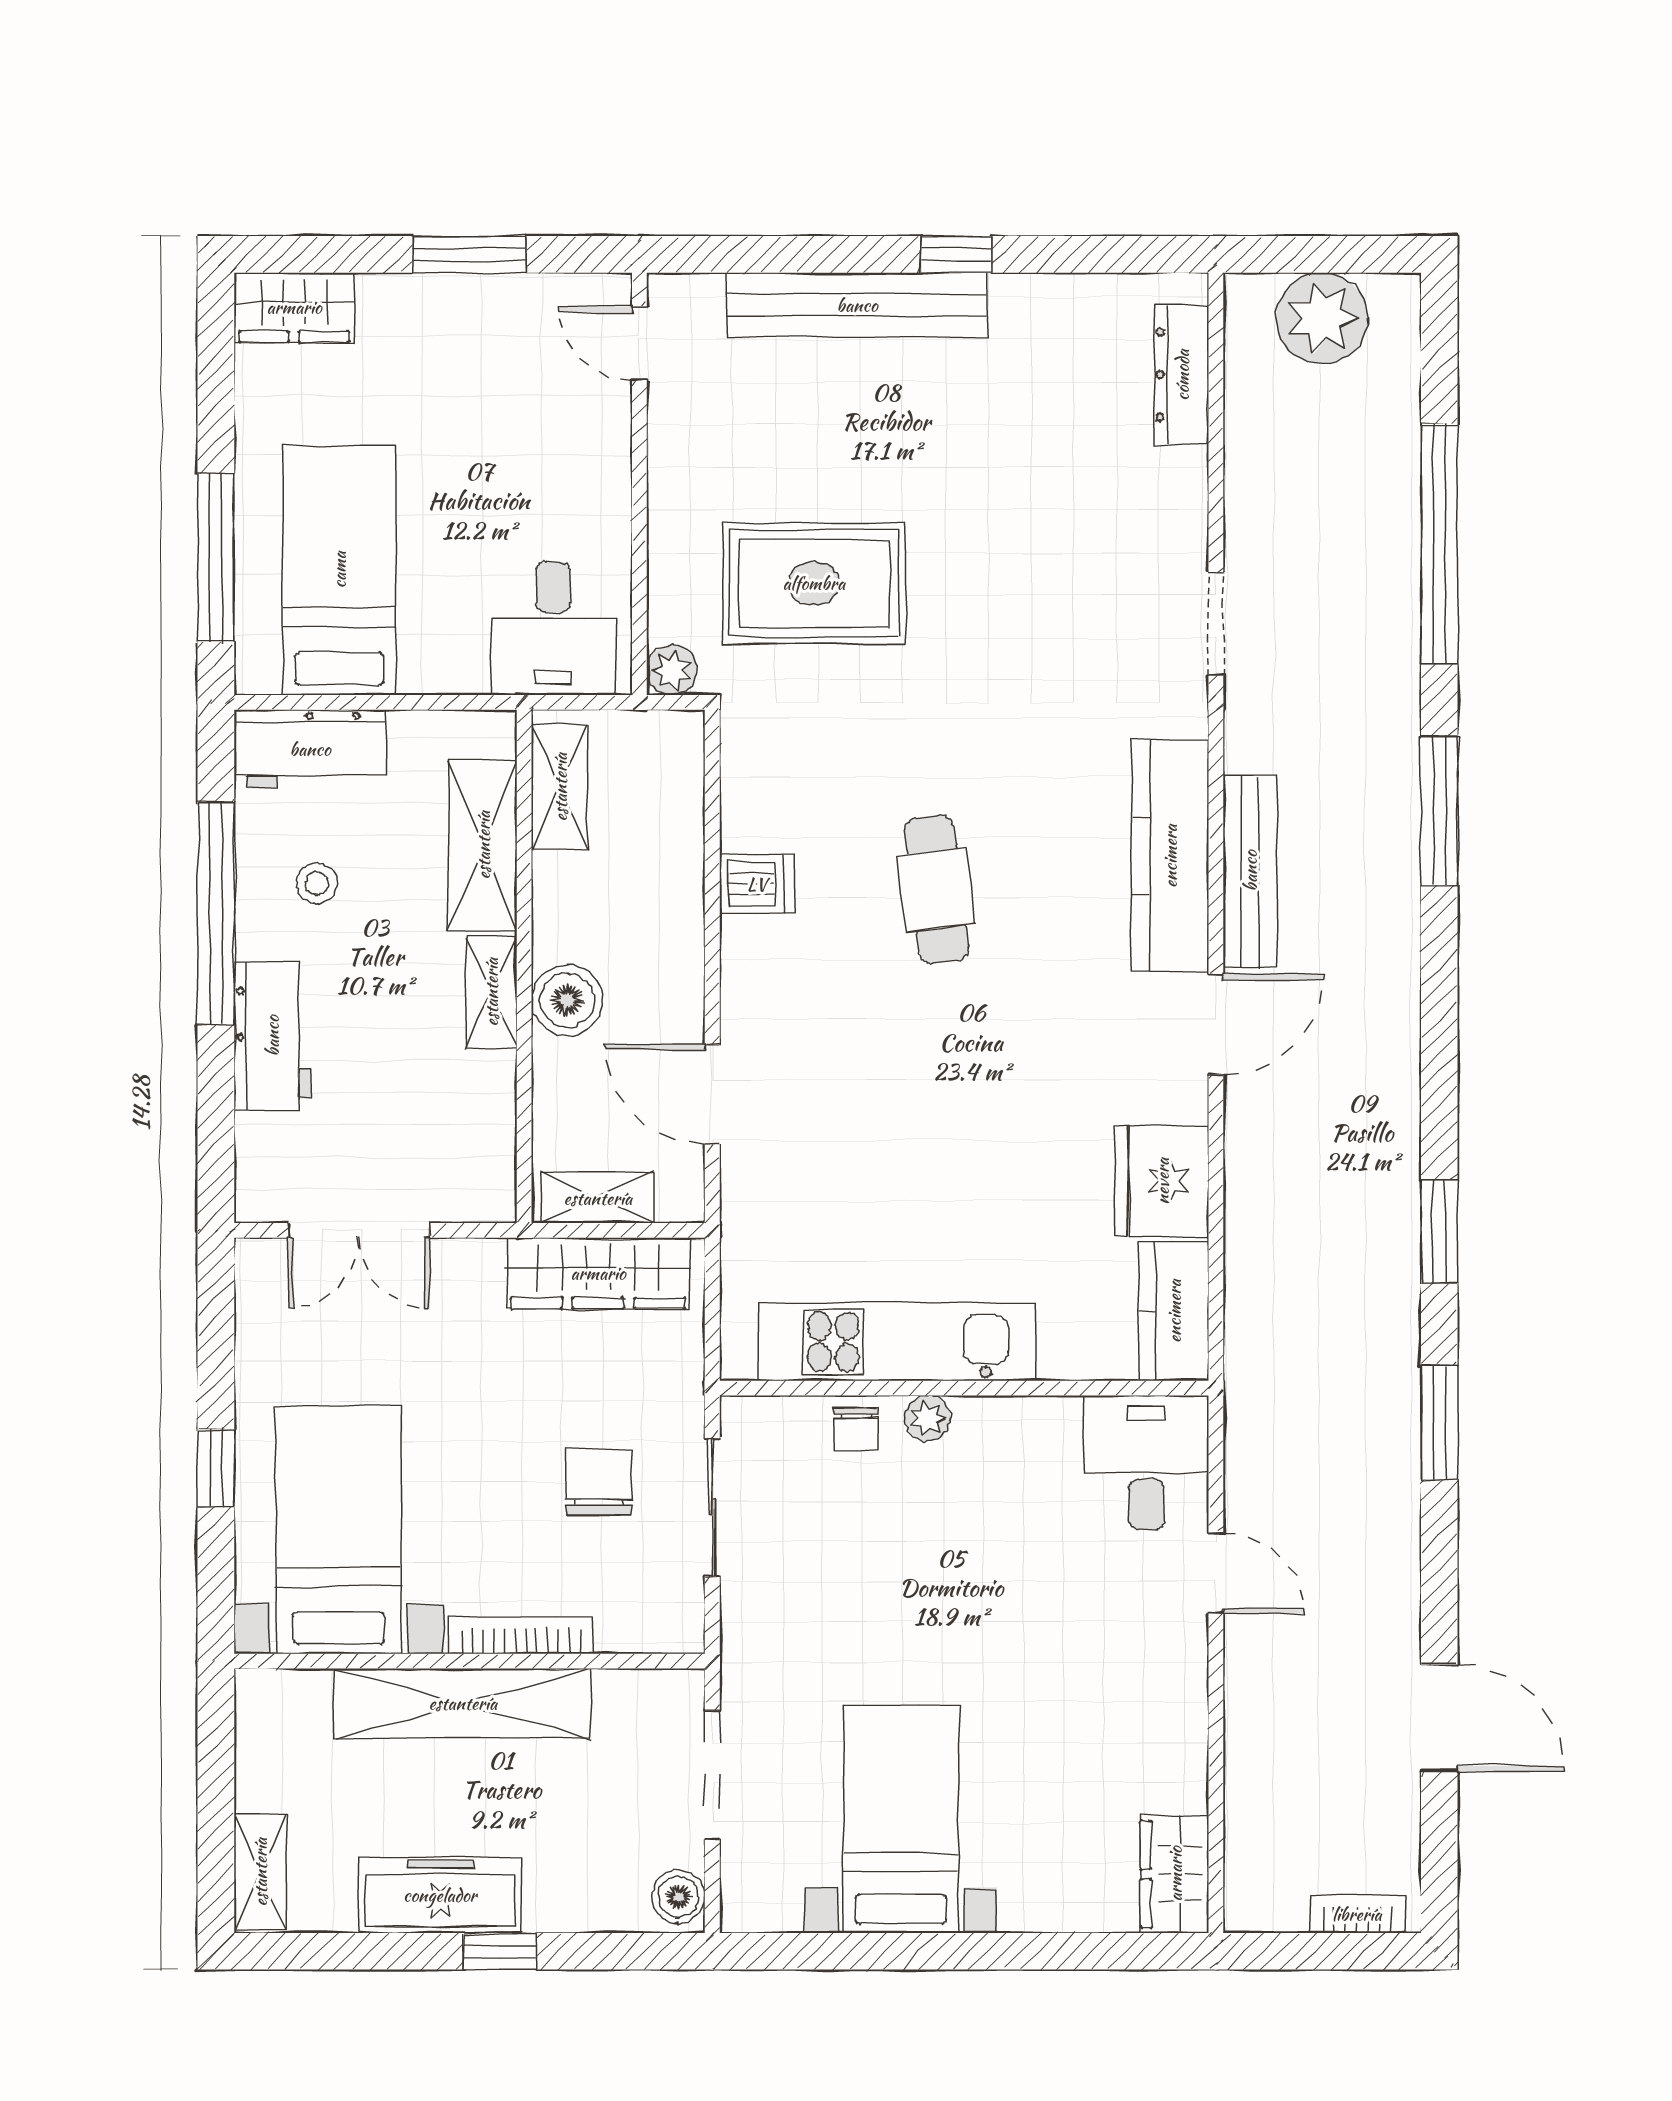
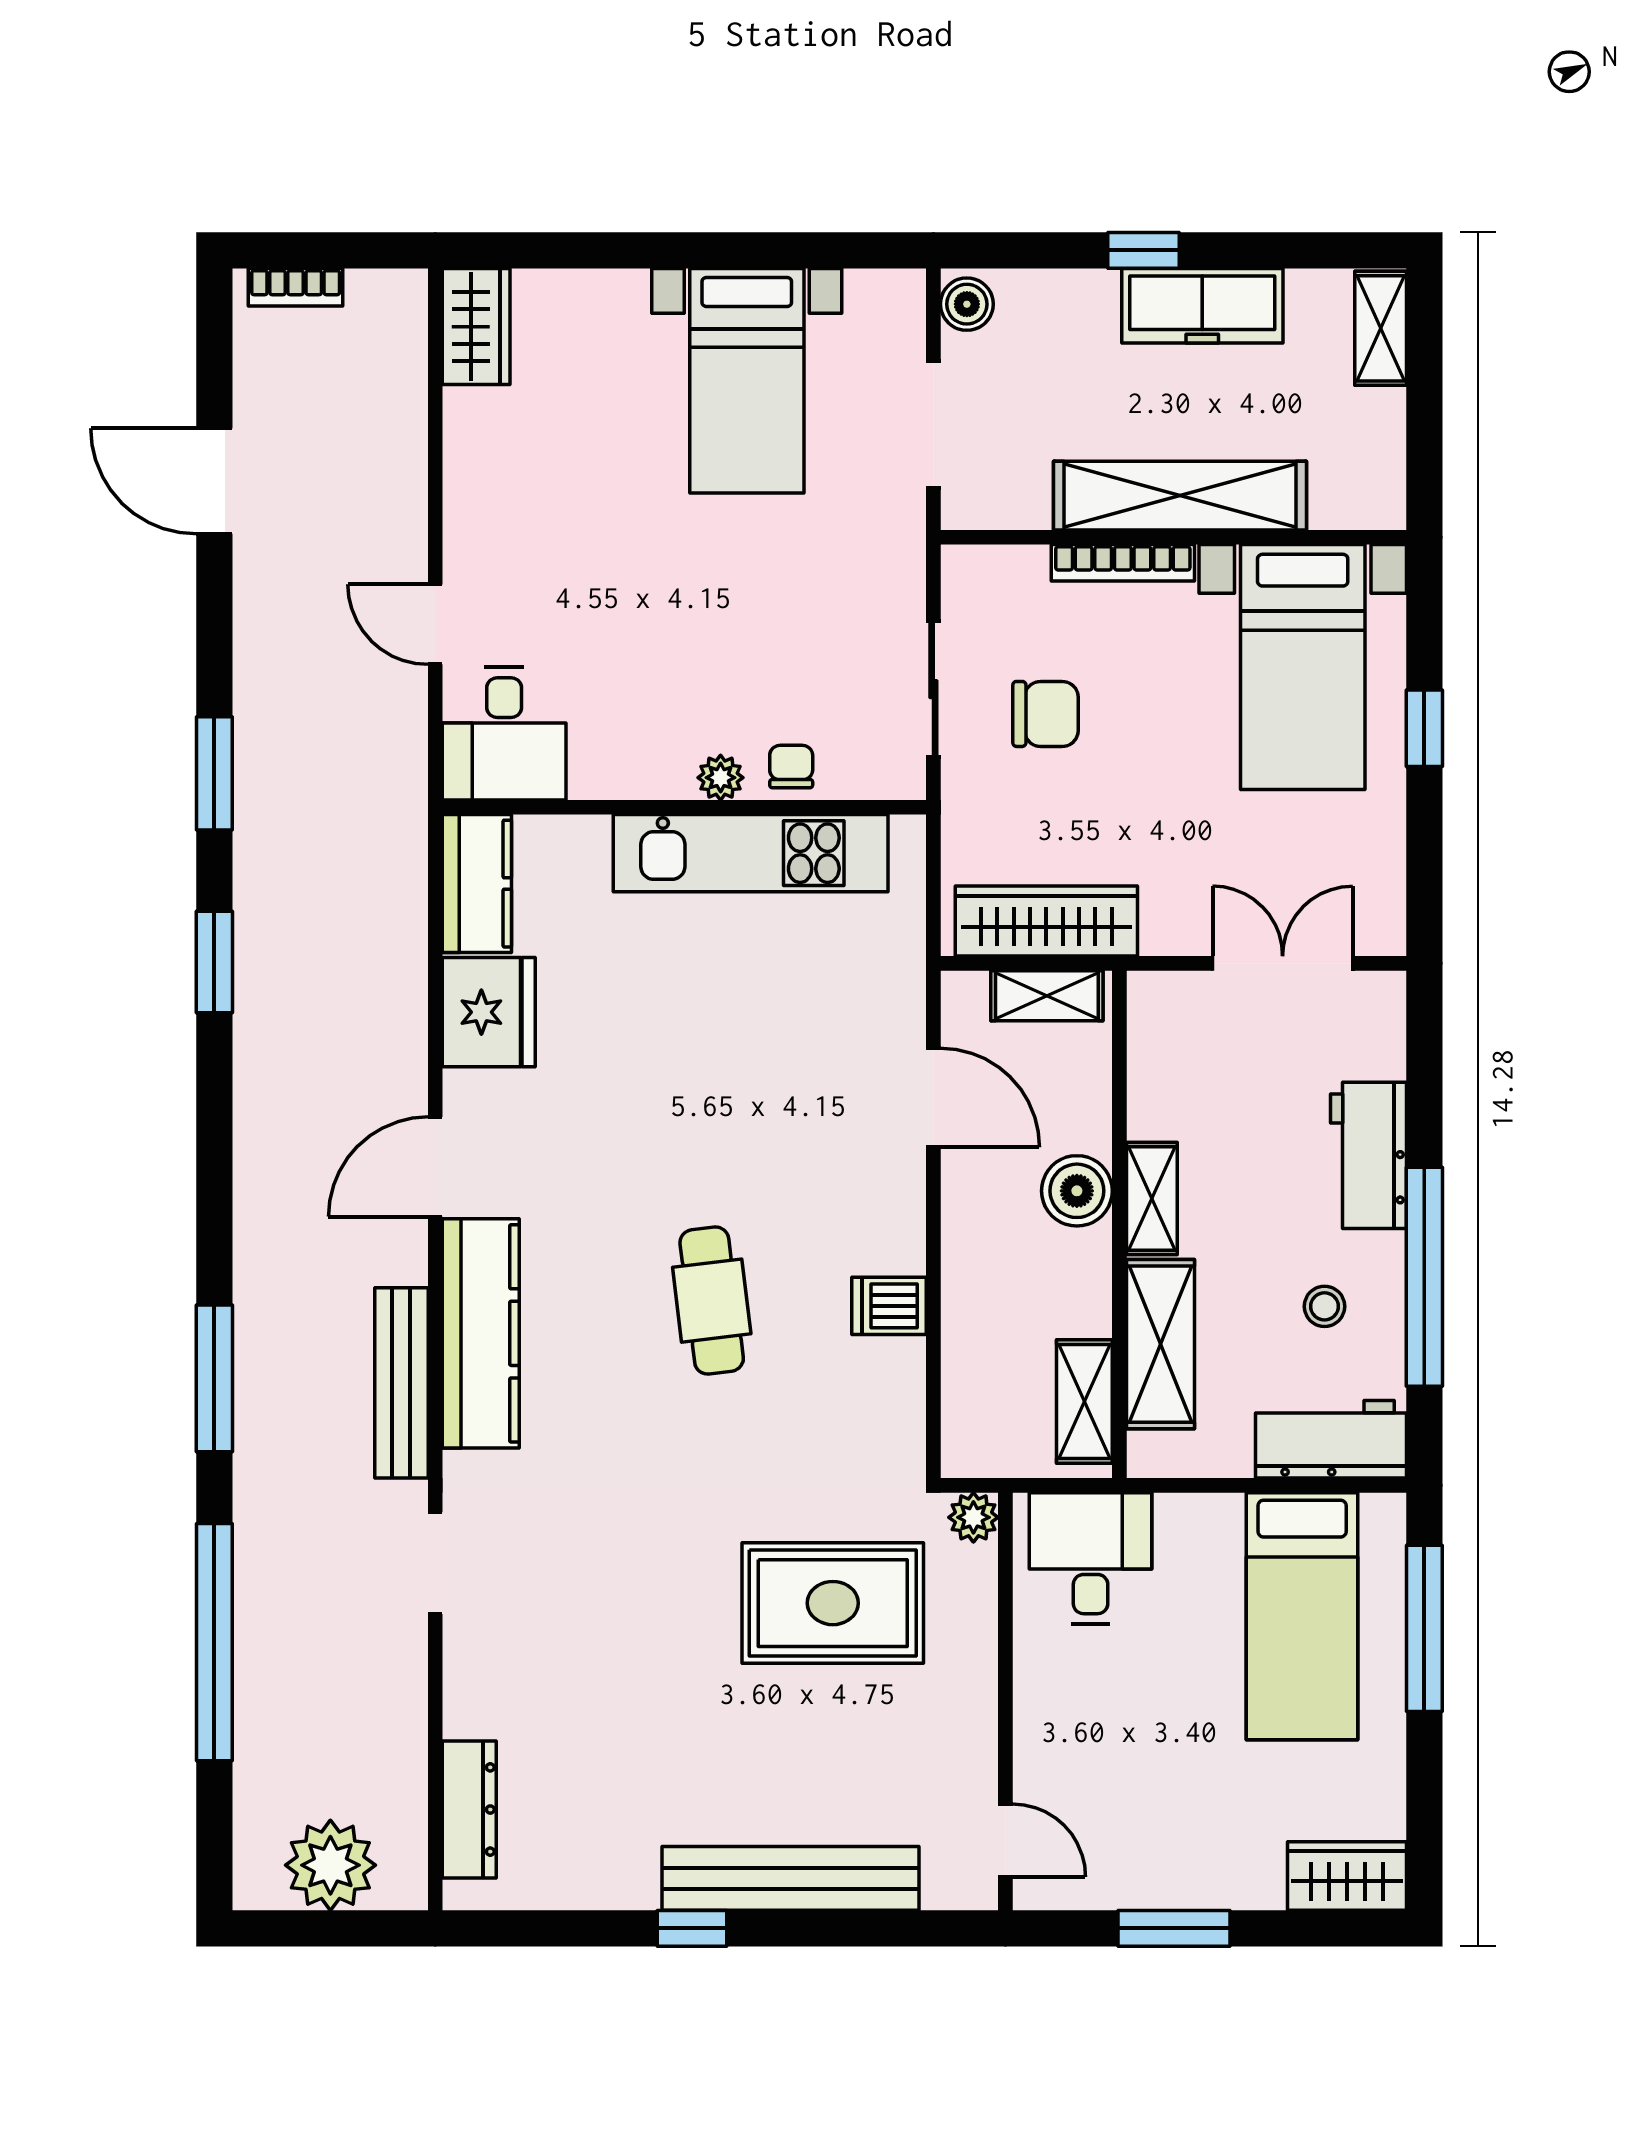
bench: (1250, 871) -> (401, 1383), moved
chair: (599, 1482) -> (1045, 714), turned -90

